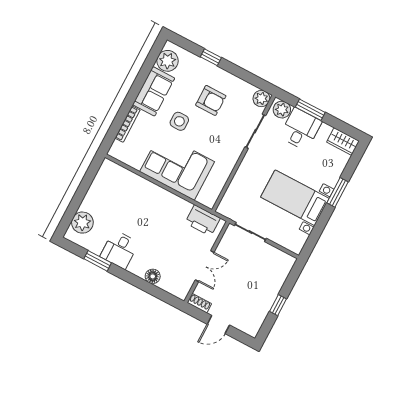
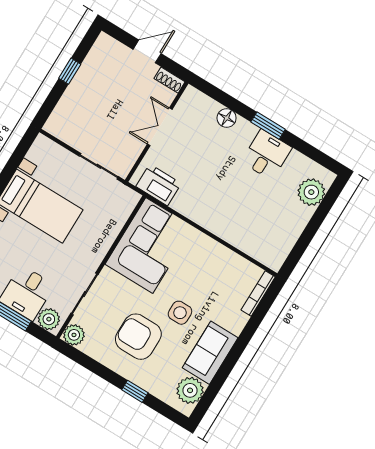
armchair: (211, 100) -> (138, 337), width x1.36, depth x1.36
bookcase: (128, 124) -> (258, 293), moved
corner sofa: (177, 167) -> (149, 245), moved, turned -90
window: (98, 261) -> (268, 126), moved

